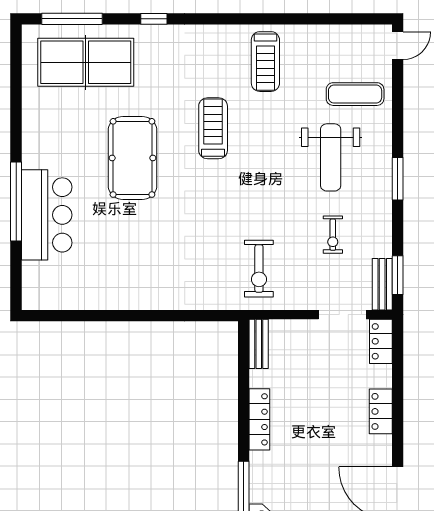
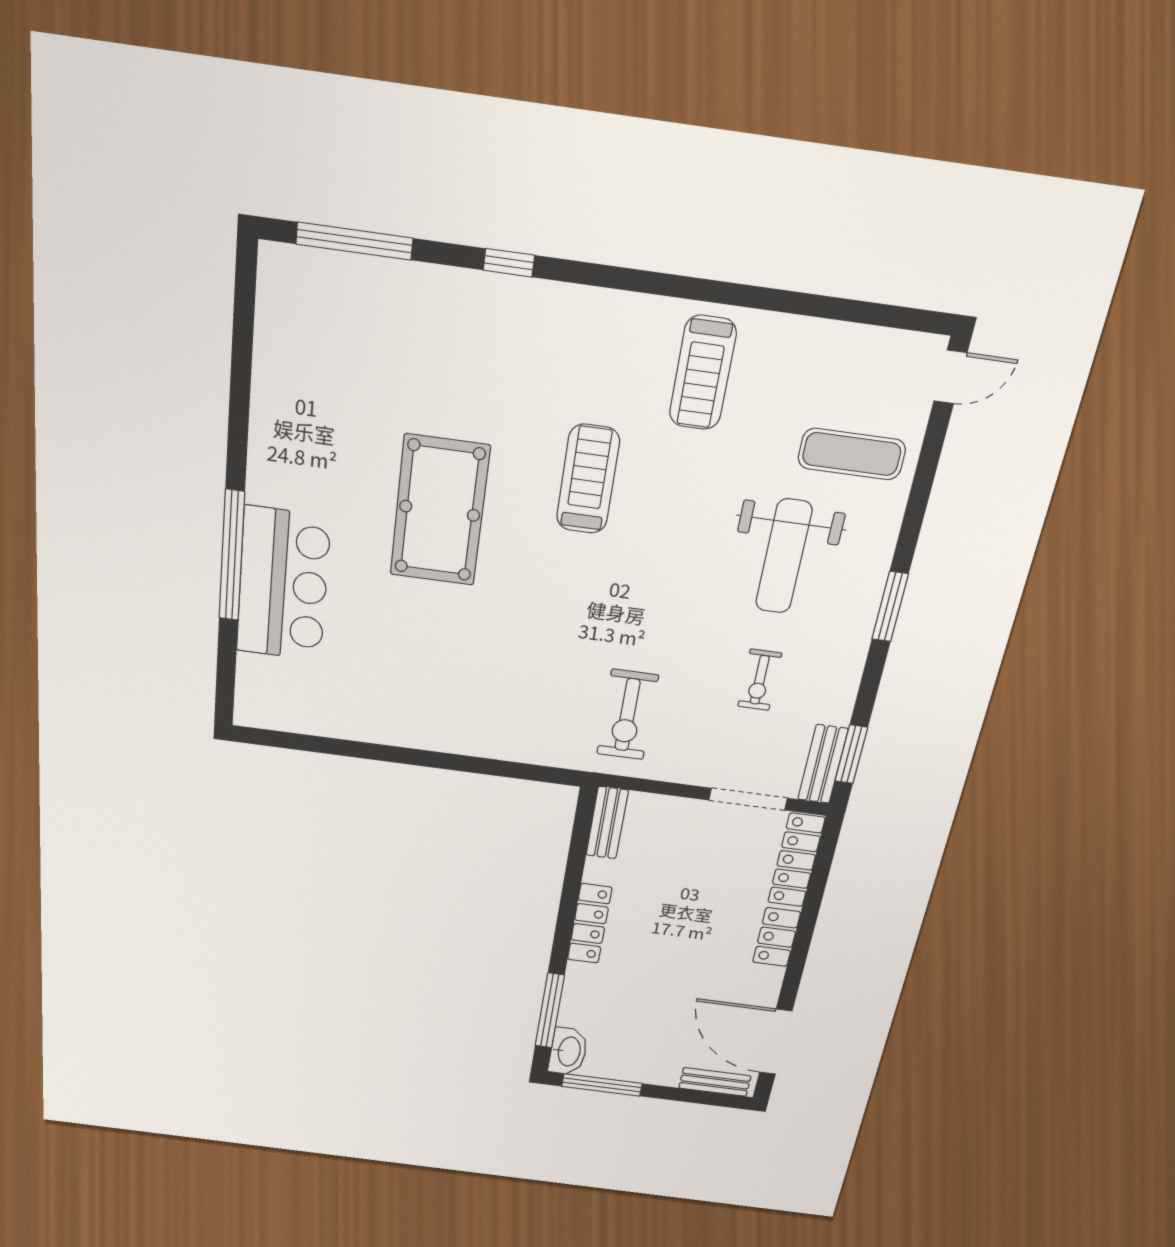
table tennis table: (86, 62) -> (373, 328), removed
locker: (381, 341) -> (796, 860), width x1.53

